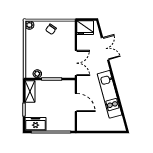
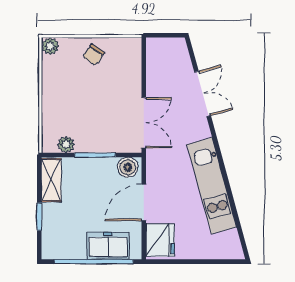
fridge: (85, 28) -> (160, 240), moved, turned -90
boiler: (68, 85) -> (128, 167), added
door: (76, 103) -> (144, 202), swing flipped
freezer: (36, 124) -> (108, 246), moved

